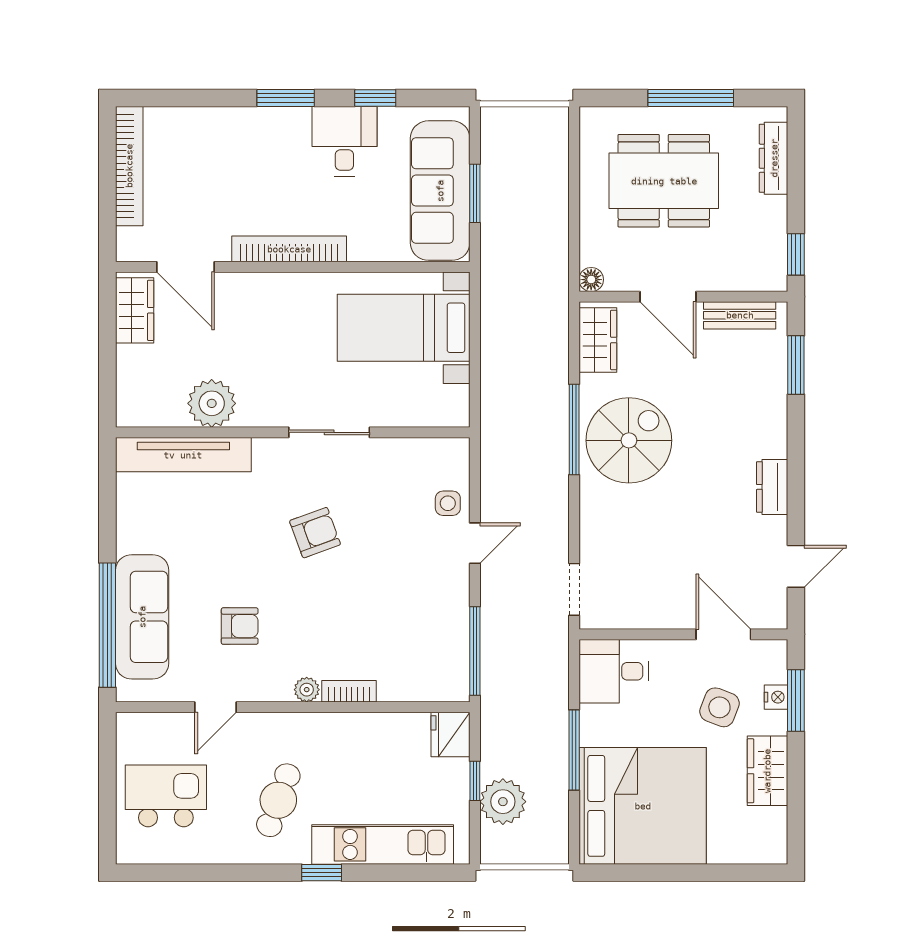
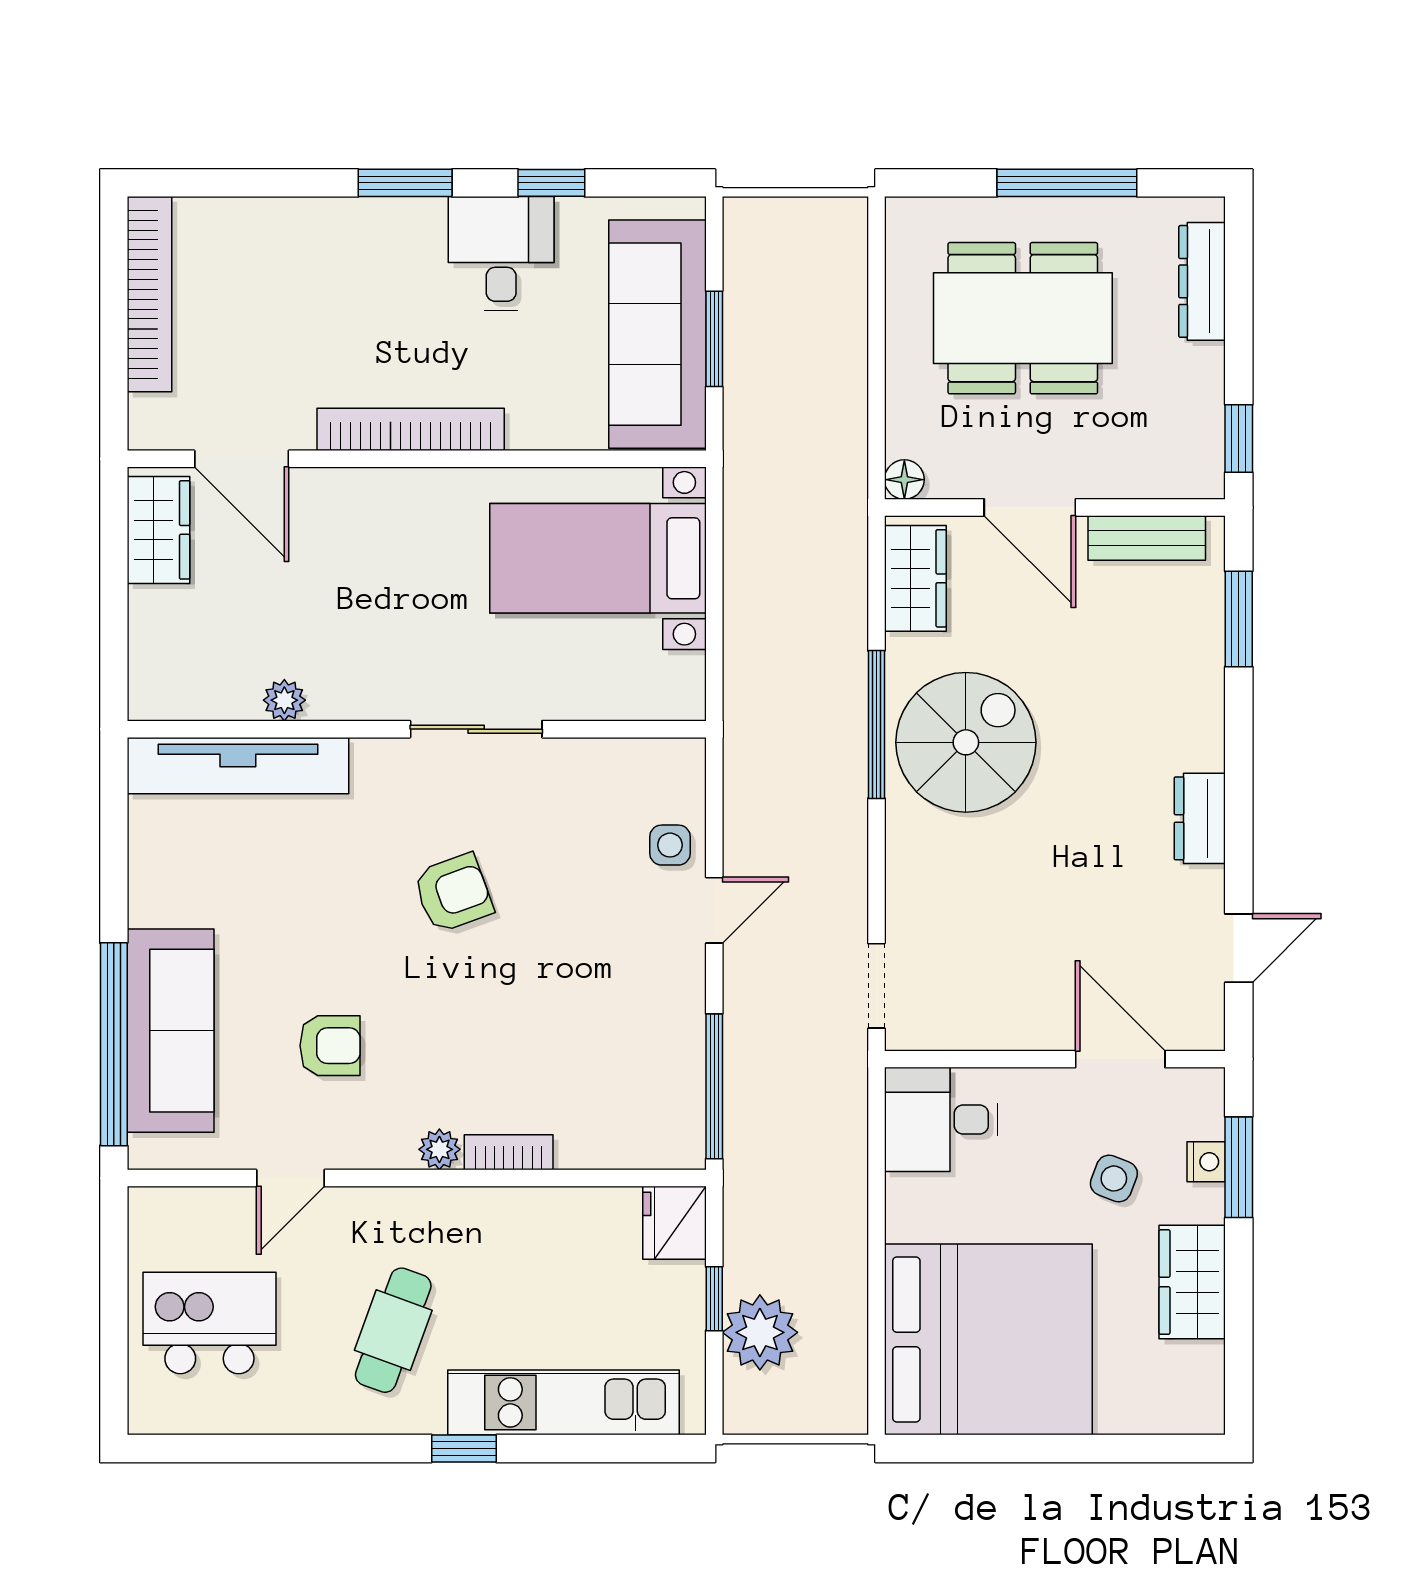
plant: (212, 403) -> (284, 700), width x0.53, depth x0.53
side table: (719, 707) -> (1114, 1178), width x0.73, depth x0.73
window: (574, 750) -> (876, 1248), removed

